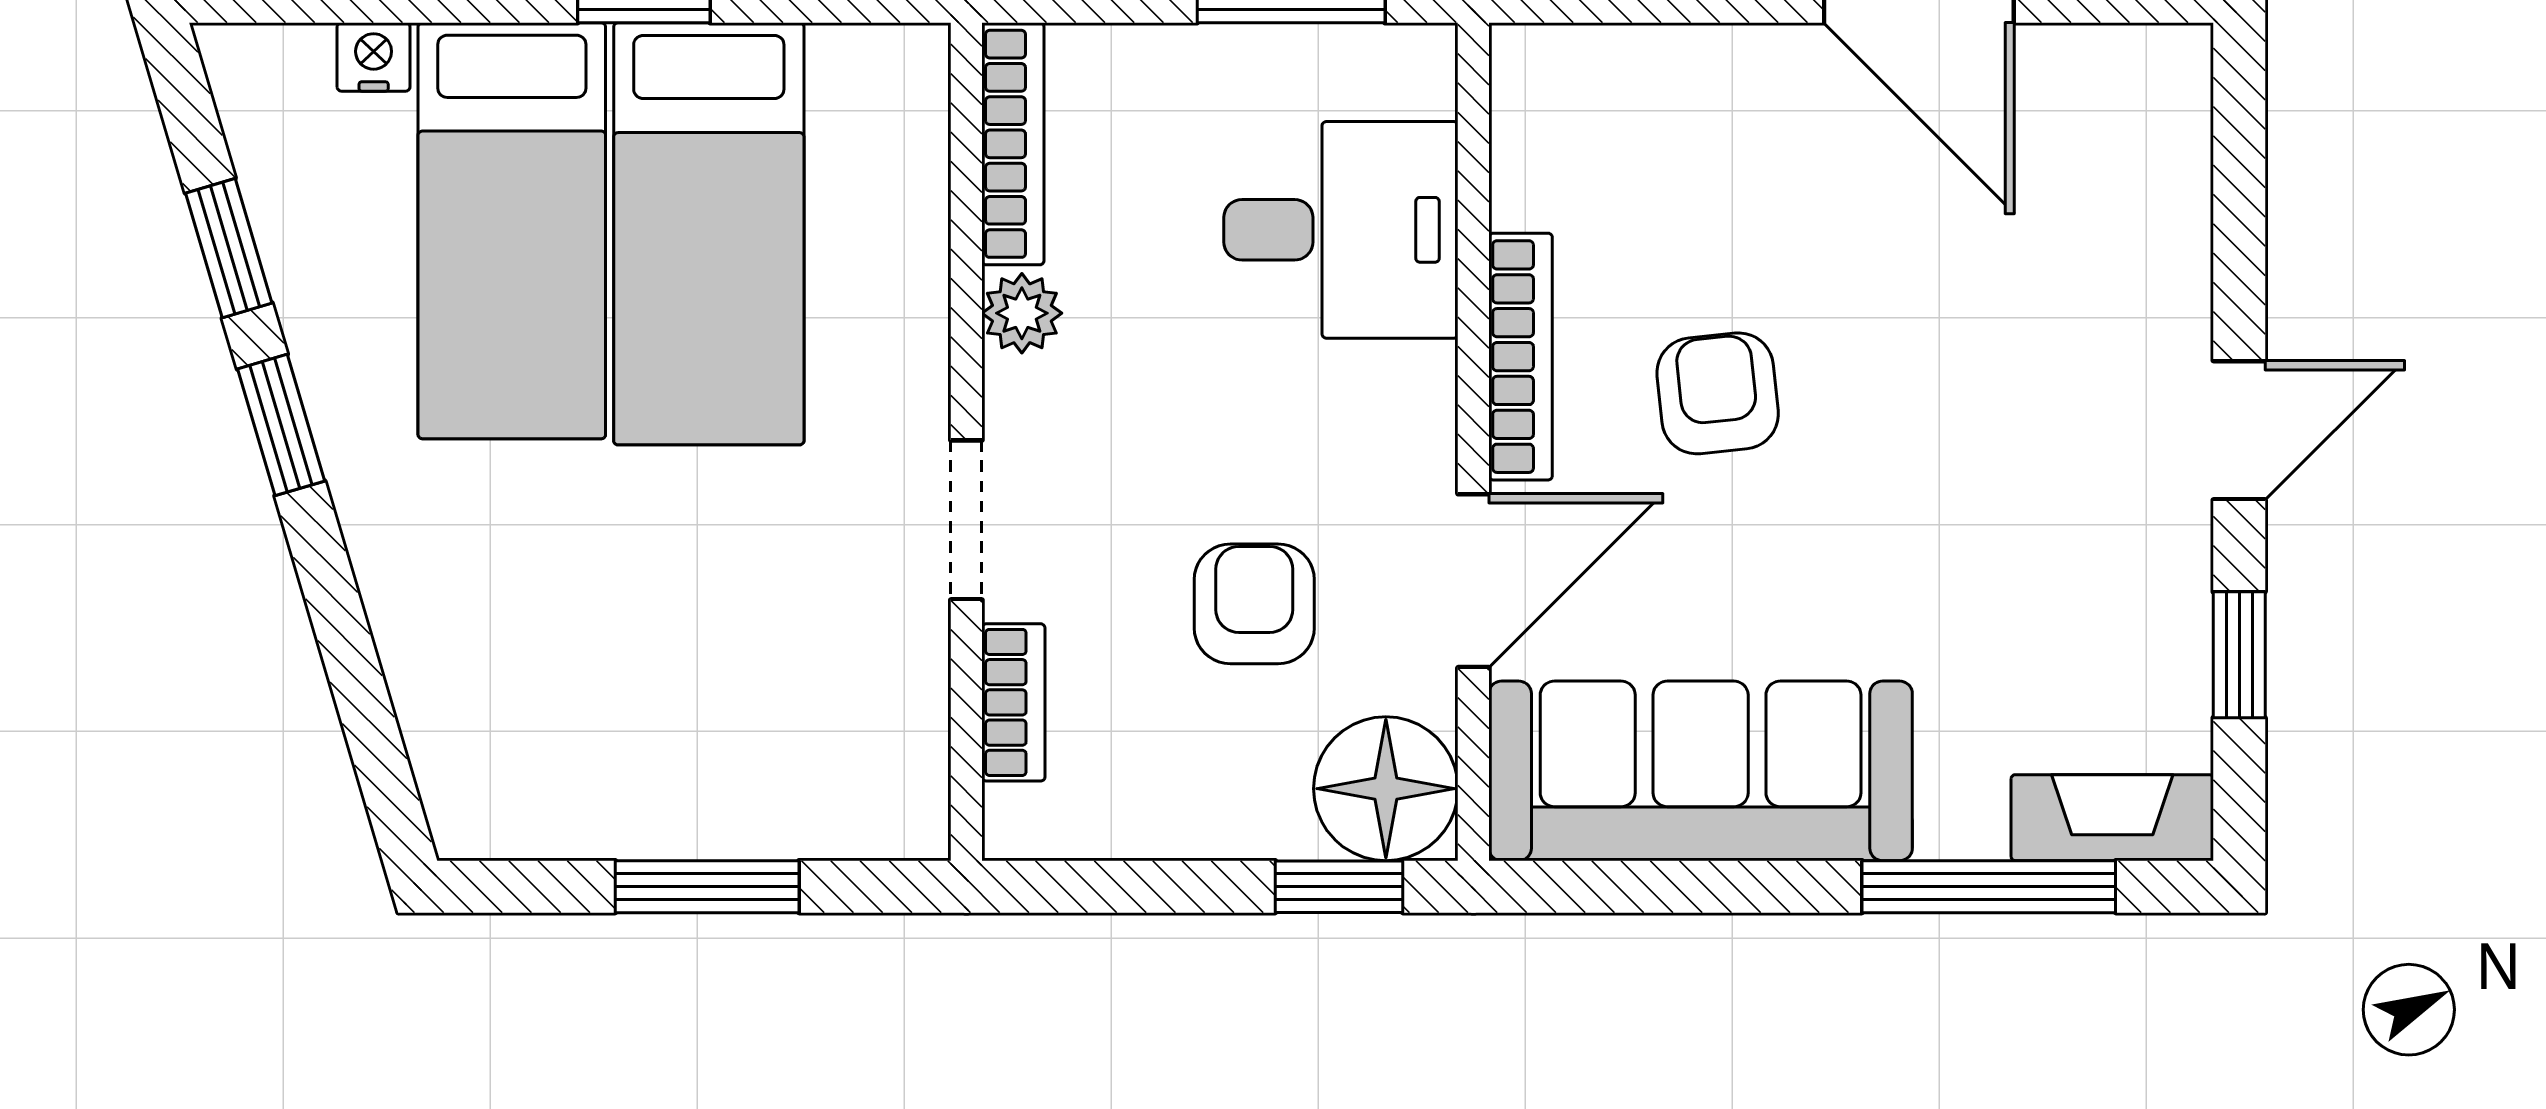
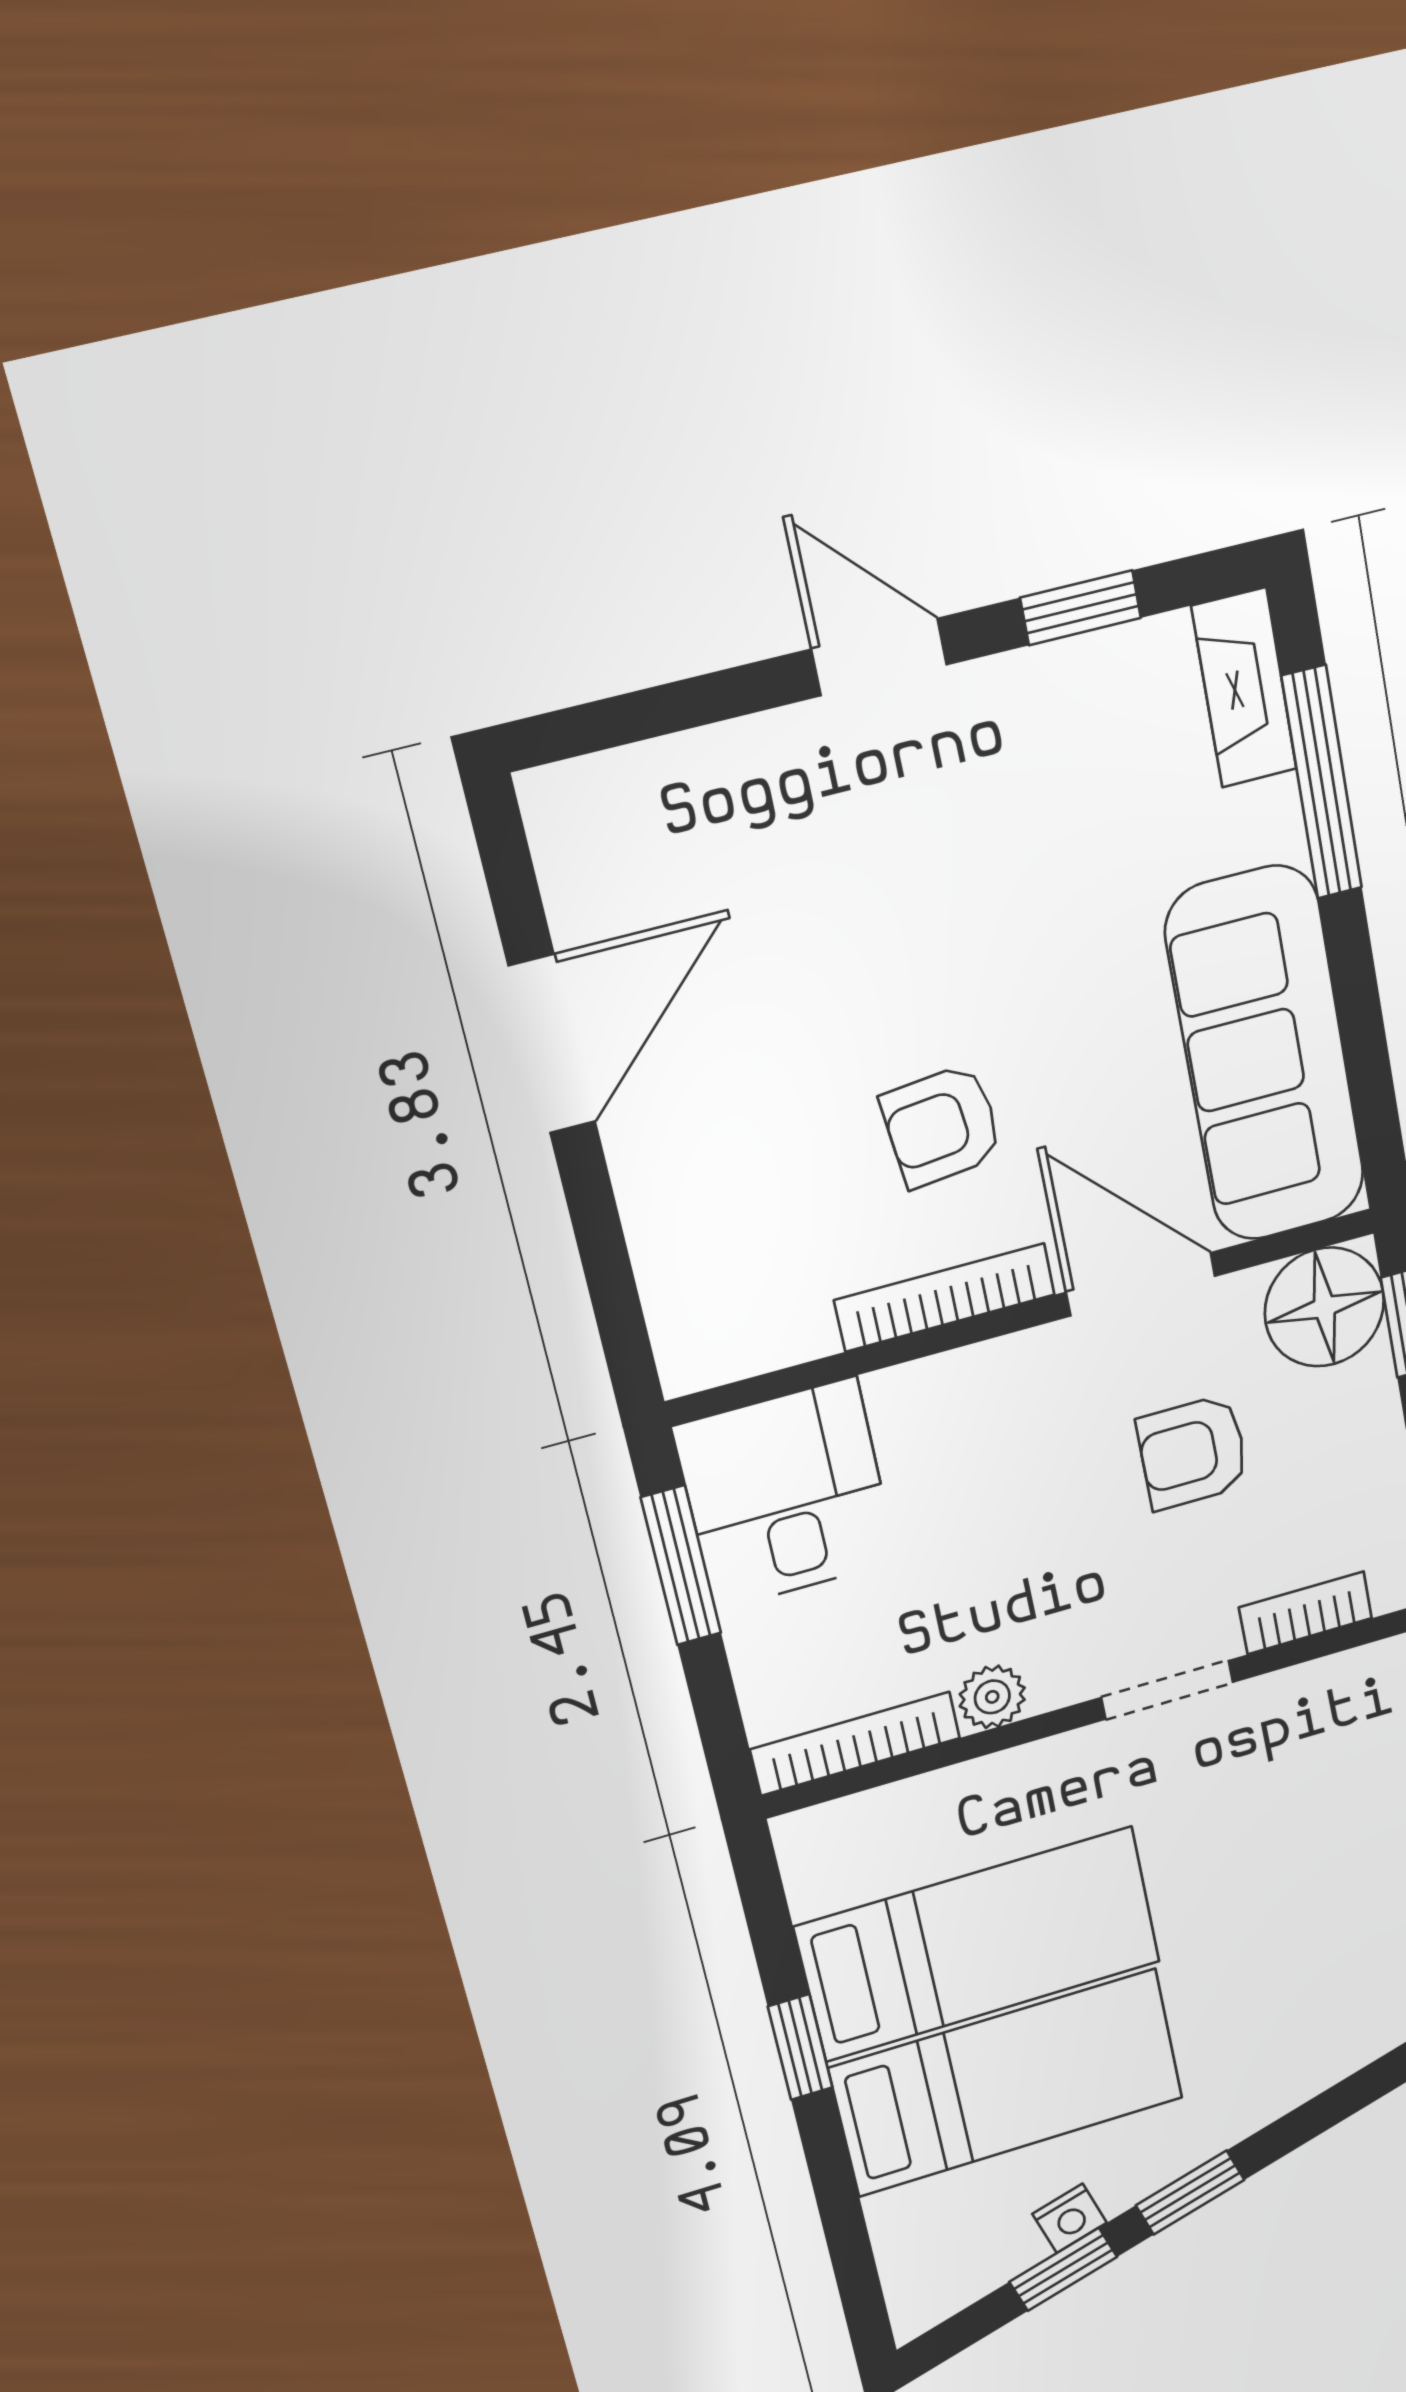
nightstand: (374, 57) -> (1070, 2218), moved, turned -106
desk: (1341, 230) -> (786, 1494), moved

